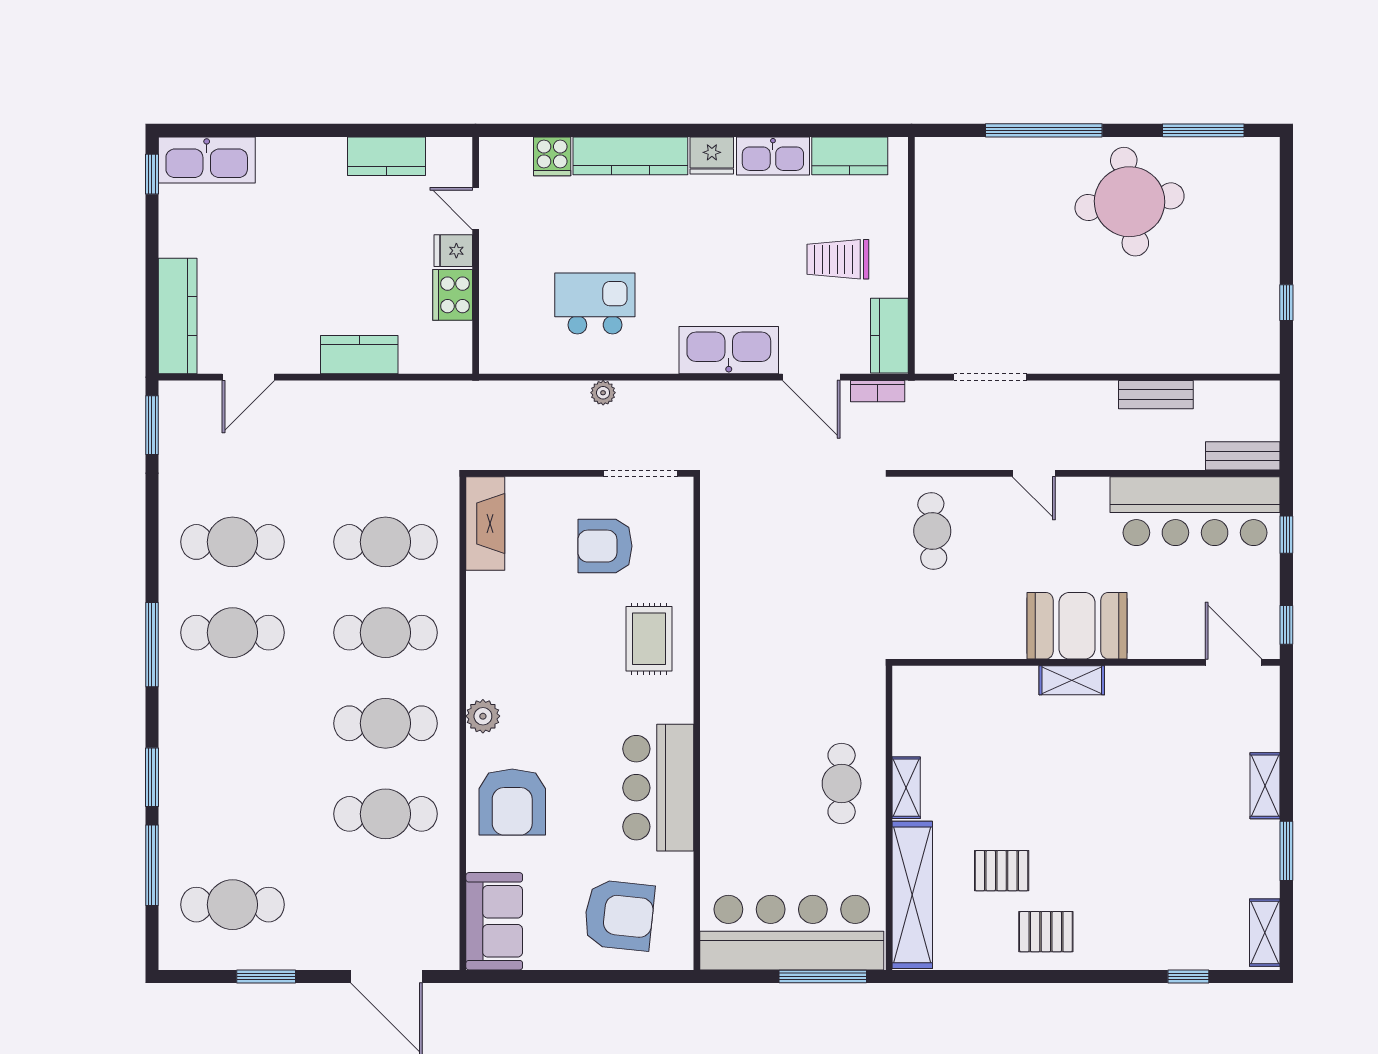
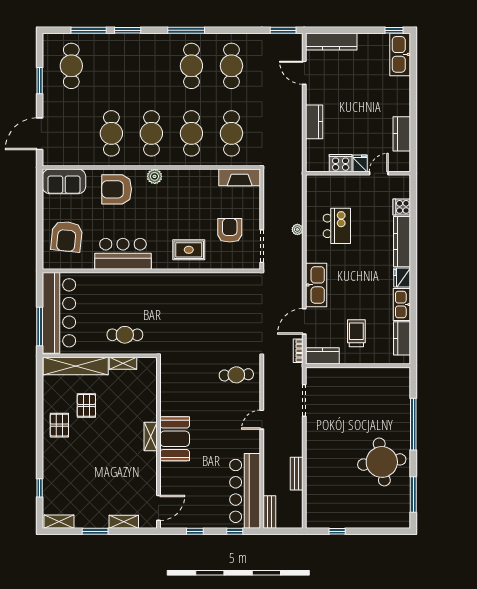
booth: (1077, 626) -> (175, 439), moved
wall: (1086, 662) -> (158, 443), moved
door: (1234, 662) -> (158, 508), moved
shelving: (1072, 680) -> (151, 436), moved

